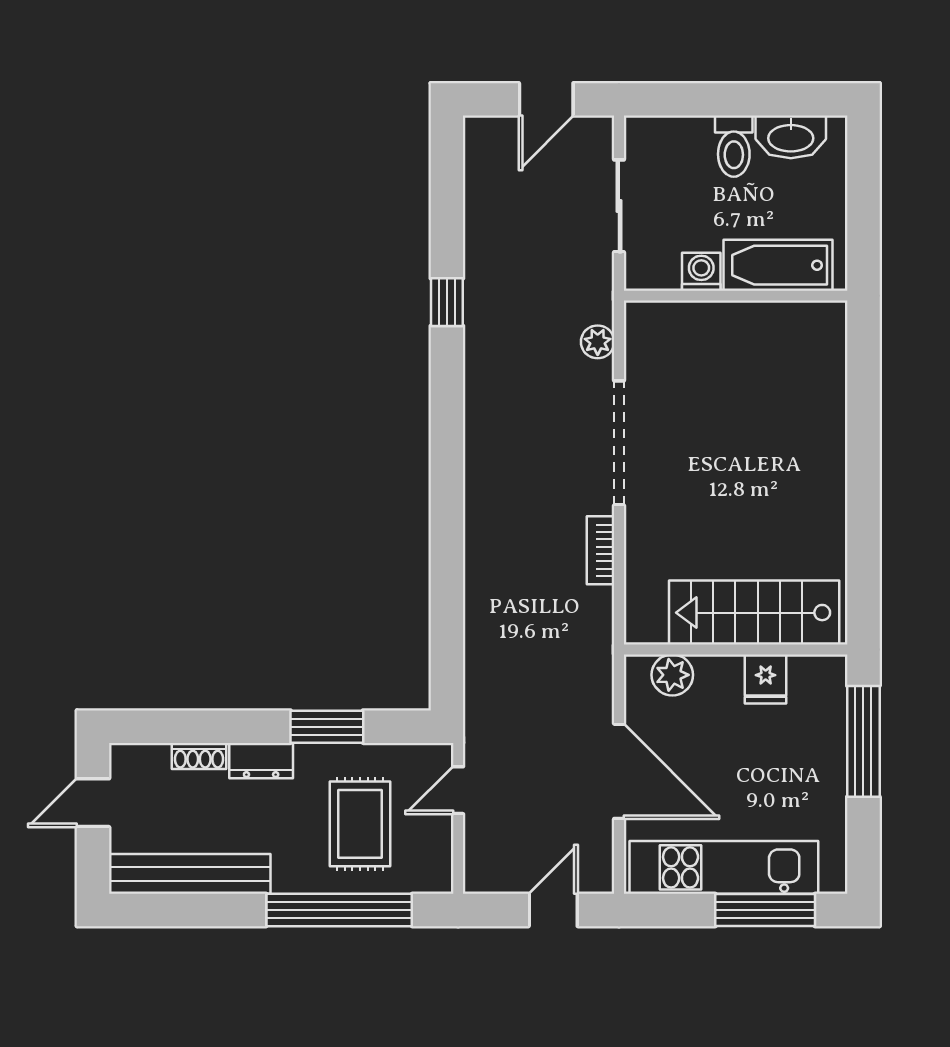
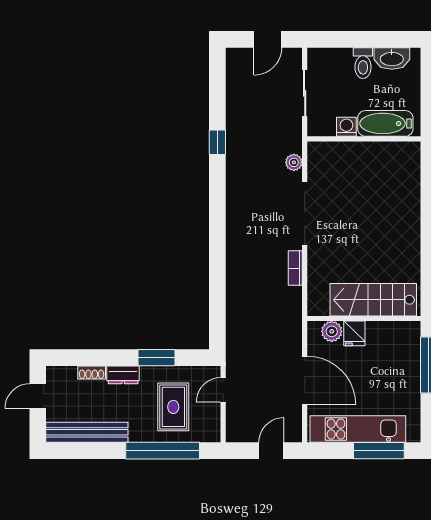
fridge: (766, 679) -> (354, 333), moved

